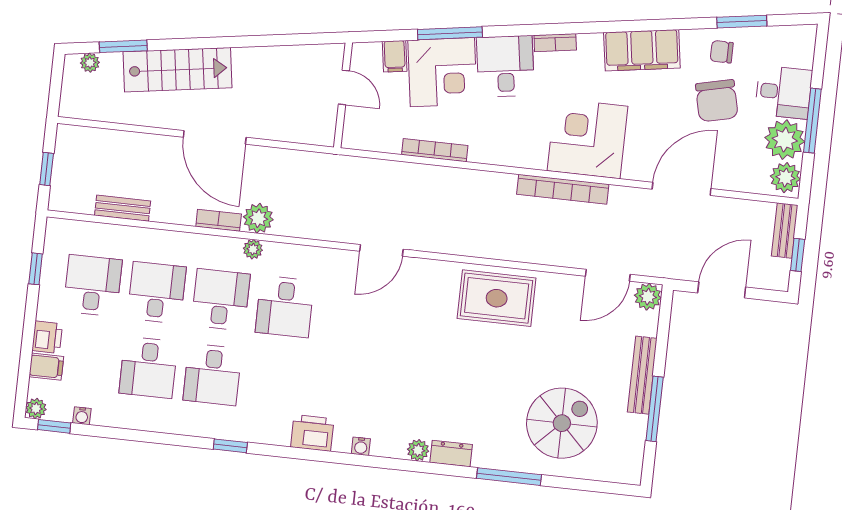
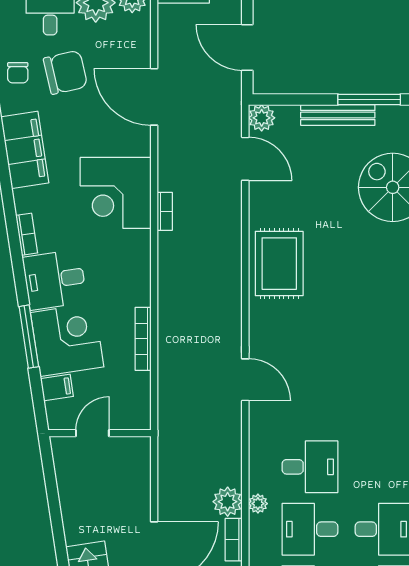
bookcase: (563, 189) -> (165, 211), width x0.43, depth x0.76

